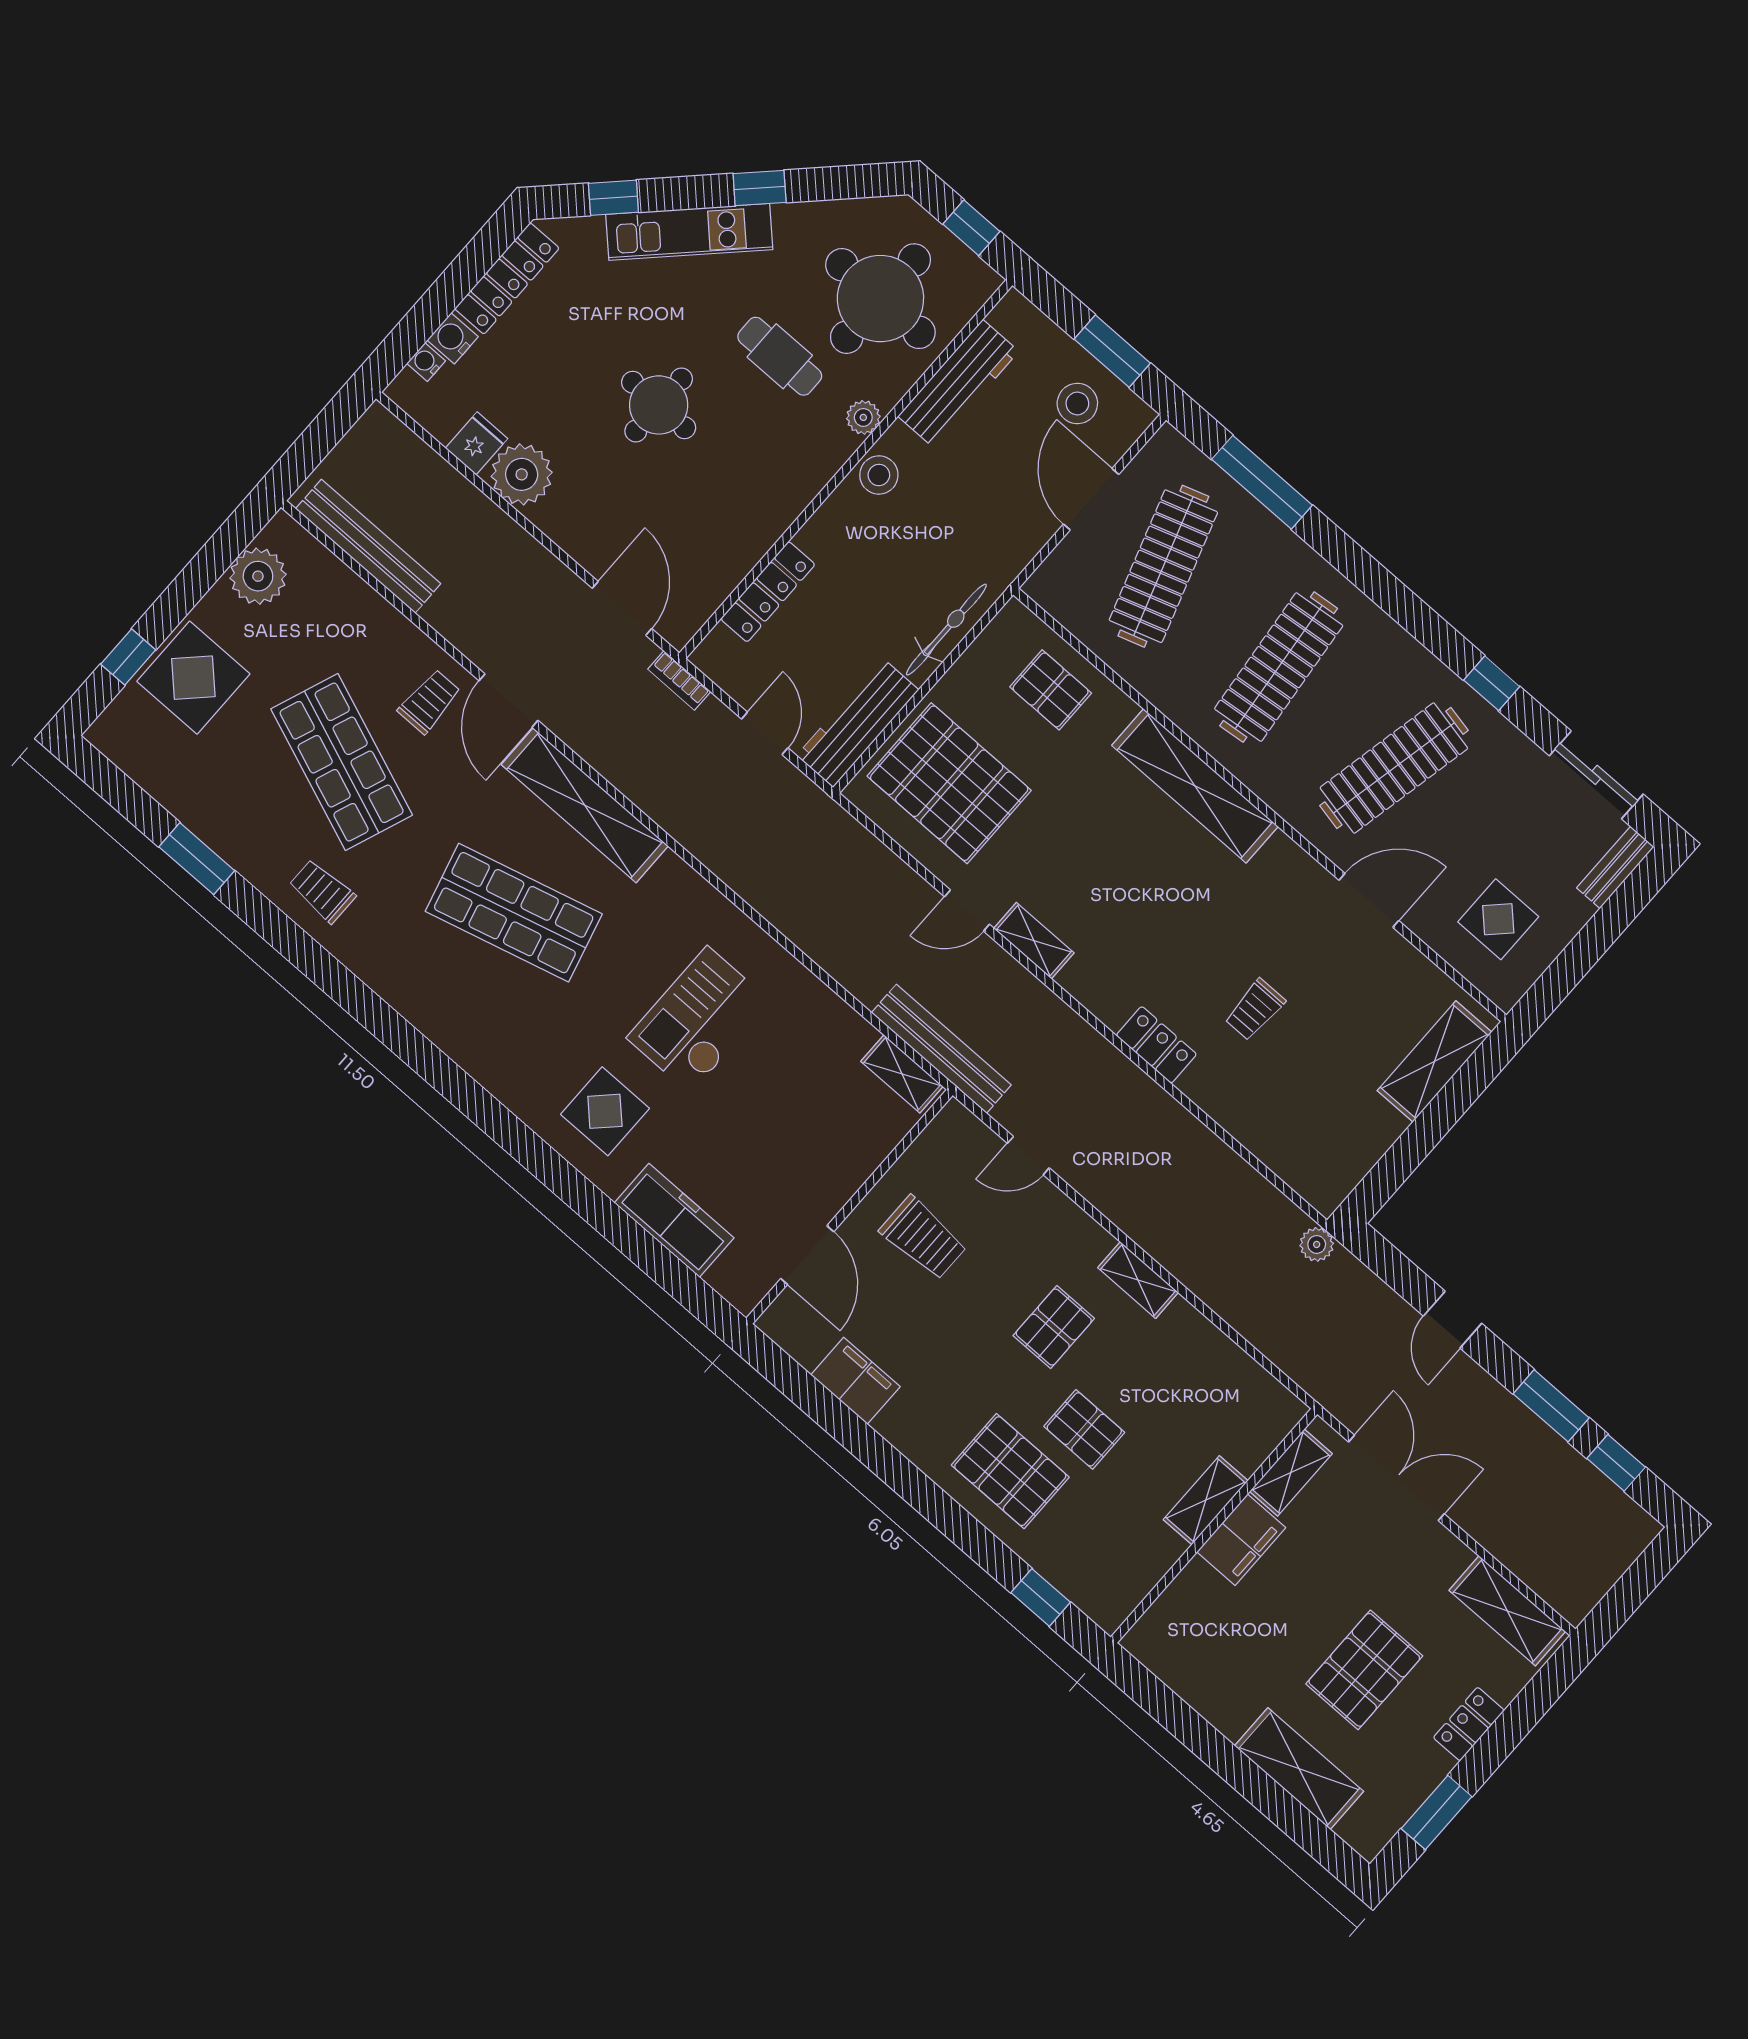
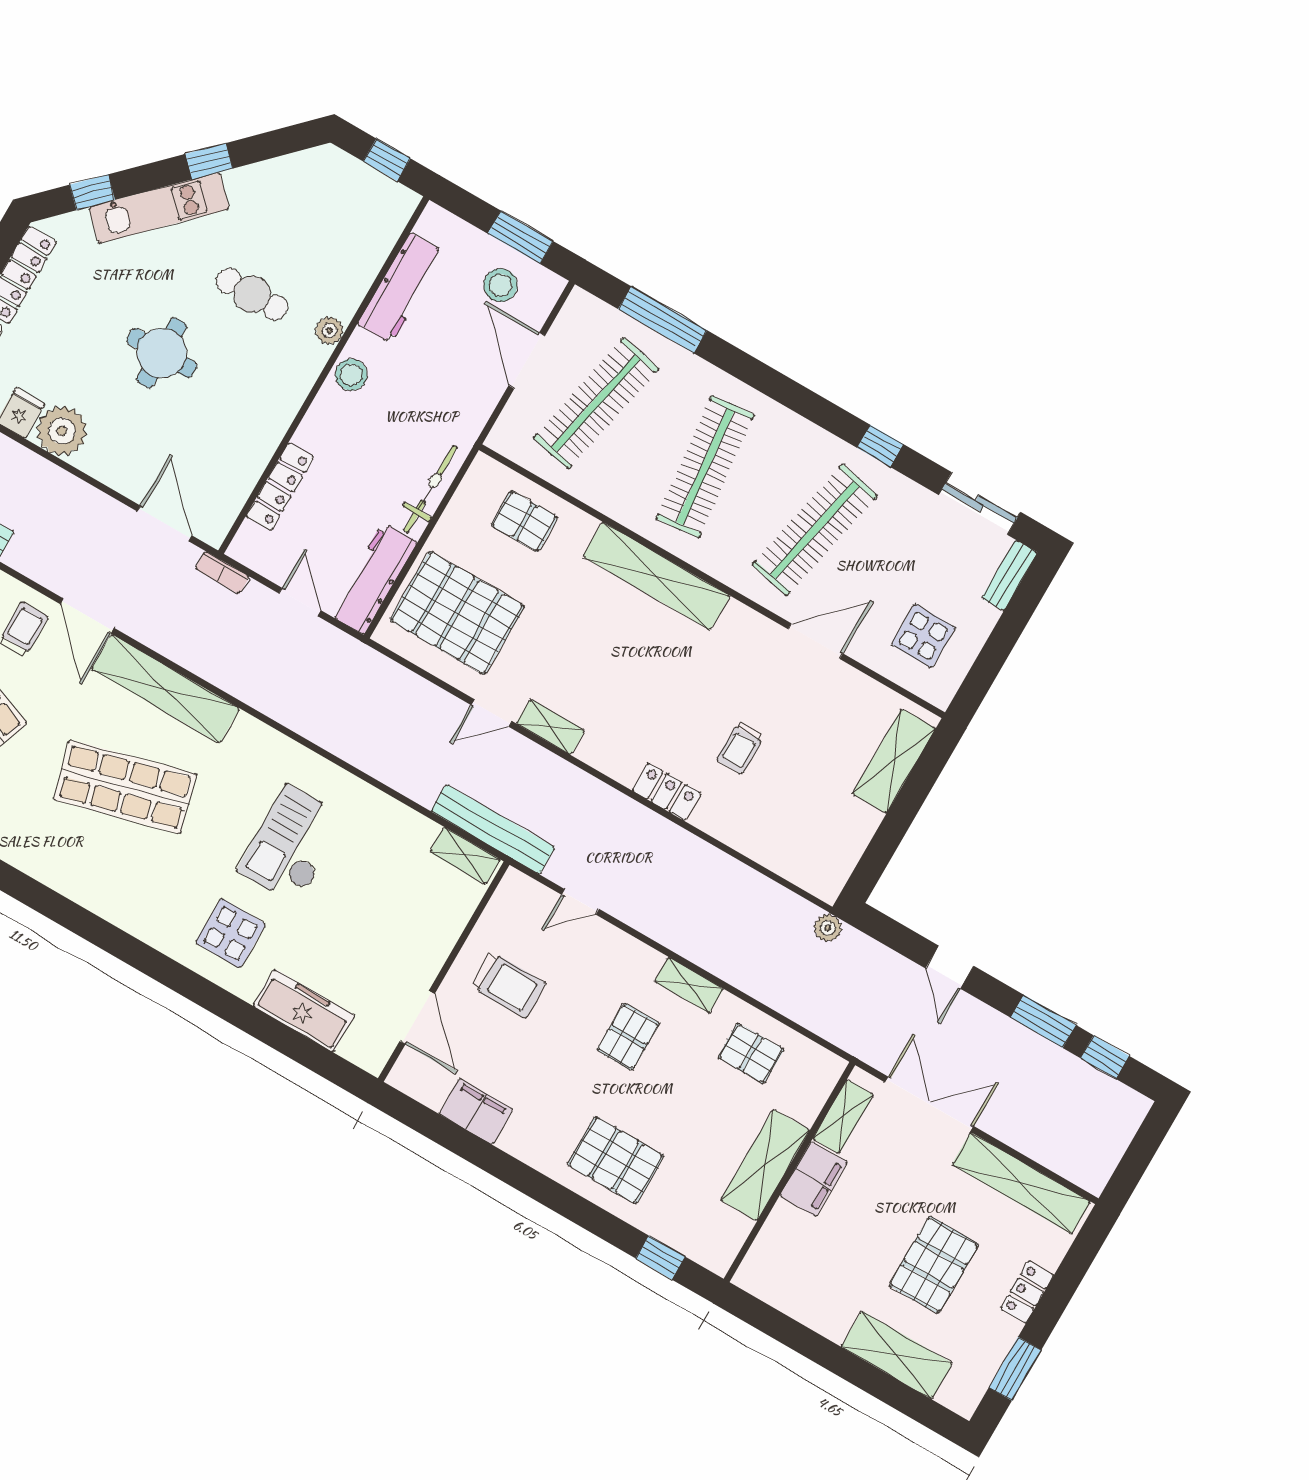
round table: (880, 299) -> (324, 232), removed
clothes rail: (1163, 566) -> (596, 403), turned 30
pallet: (1084, 1429) -> (751, 1053), moved
shelving: (1206, 1500) -> (765, 1165), width x1.50, depth x1.33
shelving: (1507, 1611) -> (1021, 1183), width x1.47

